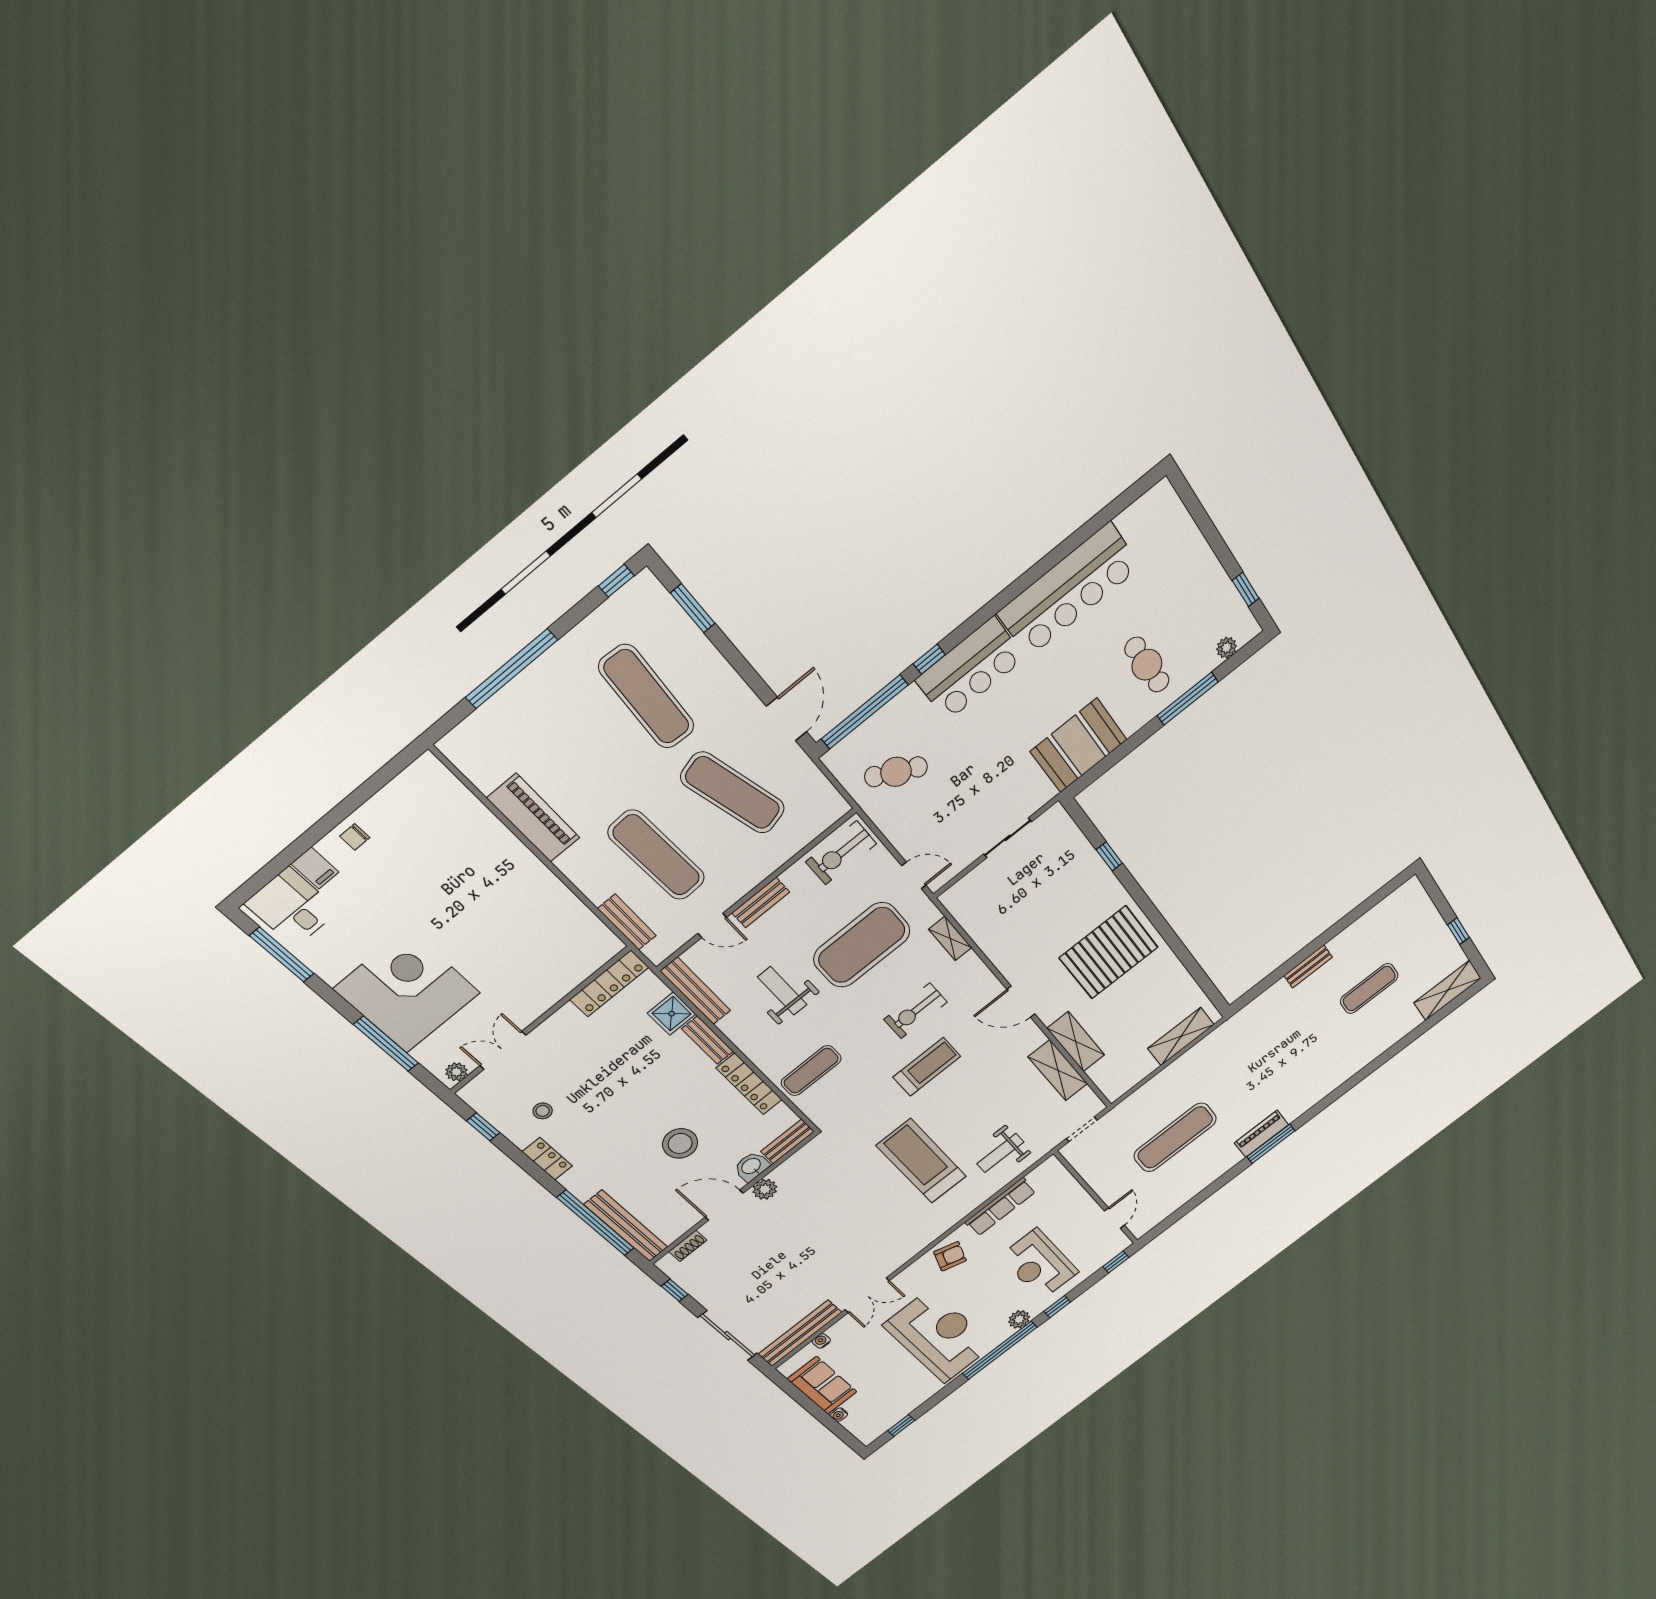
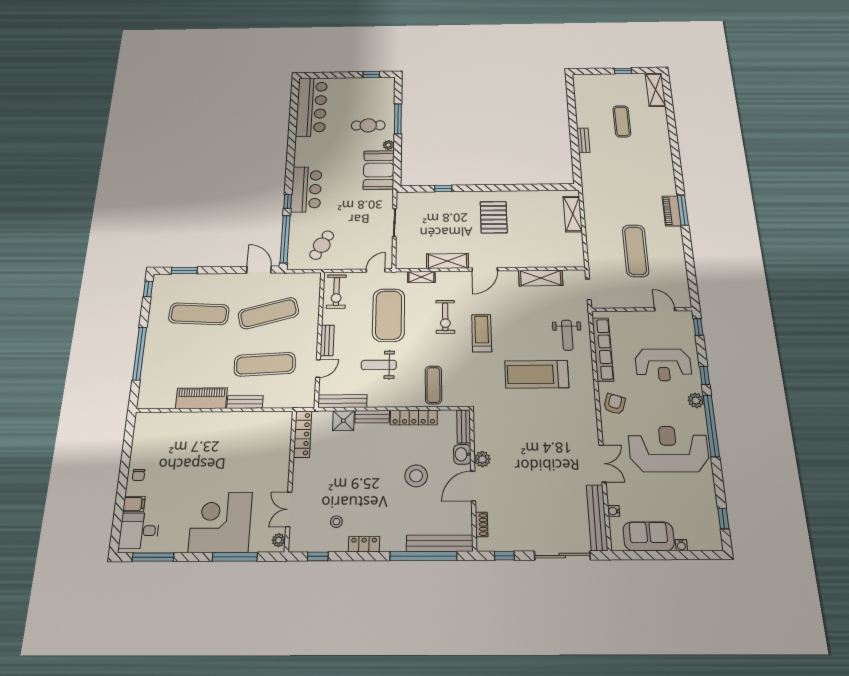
bar counter: (1069, 590) -> (312, 107), moved
plant: (1227, 648) -> (388, 145), moved
bench: (627, 922) -> (245, 402), moved
pallet: (1109, 952) -> (494, 217), width x0.73, depth x0.71
shelving: (1076, 1042) -> (447, 261), moved
row of seats: (1001, 1207) -> (603, 349), width x1.36

